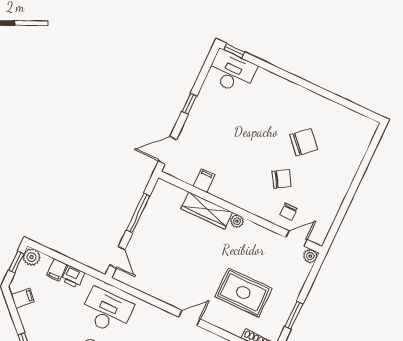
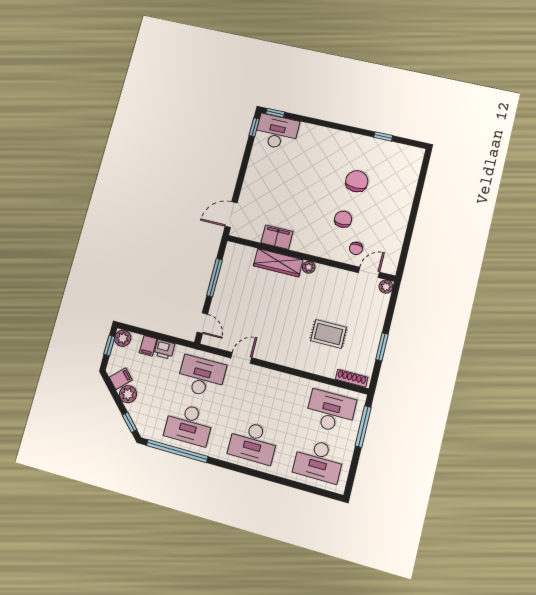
window: (340, 101) -> (383, 136), added
window: (189, 104) -> (254, 127), moved
chair: (304, 142) -> (357, 181), turned -48
chair: (282, 179) -> (343, 219), turned -59
filing cabinet: (204, 181) -> (277, 237), width x2.00
rug: (243, 292) -> (328, 334), width x0.73, depth x0.70
plant: (28, 315) -> (128, 394), added
door: (189, 318) -> (241, 358), moved

